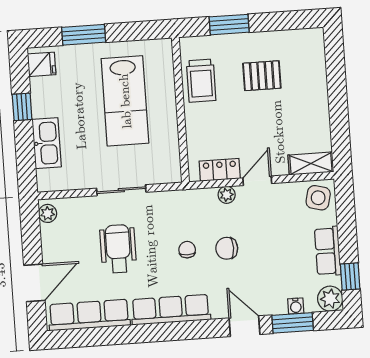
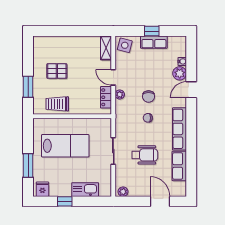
pallet: (262, 76) -> (57, 71), turned 90
trolley: (201, 81) -> (57, 104), turned 180
wheelchair: (118, 249) -> (145, 155), turned 180
window: (350, 277) -> (152, 31), moved
plant: (330, 299) -> (180, 73), moved
row of seats: (89, 315) -> (179, 166), width x0.68
window: (293, 323) -> (191, 64), removed

